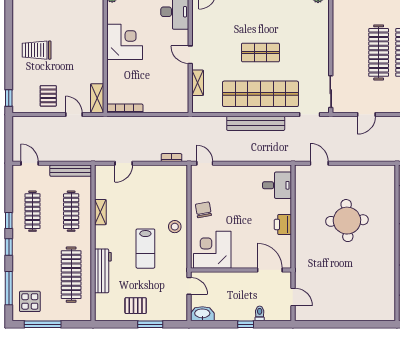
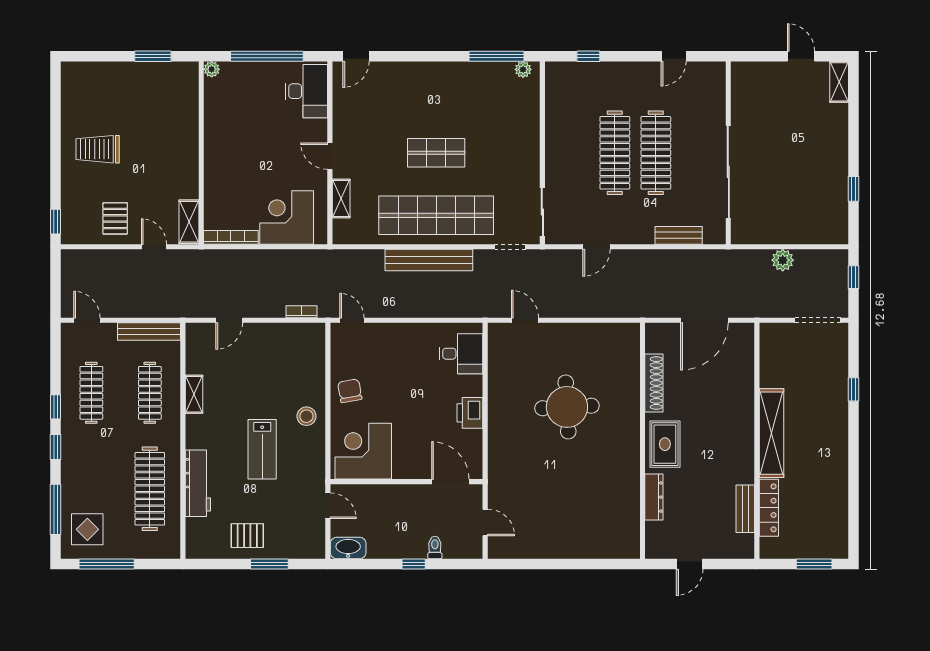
corner desk: (125, 42) -> (287, 217), moved, turned -90

